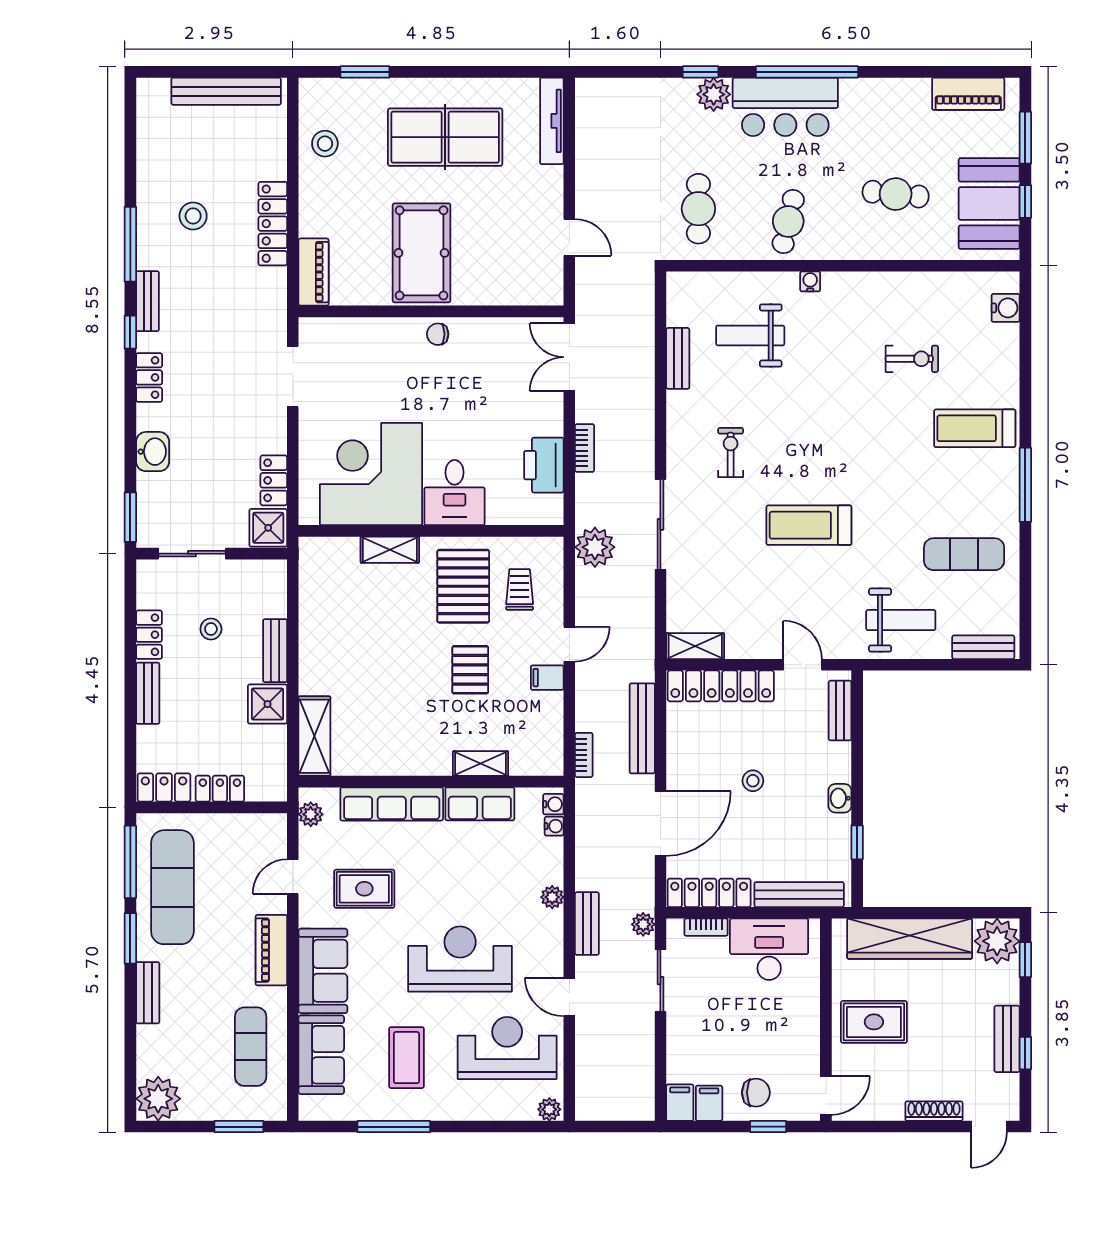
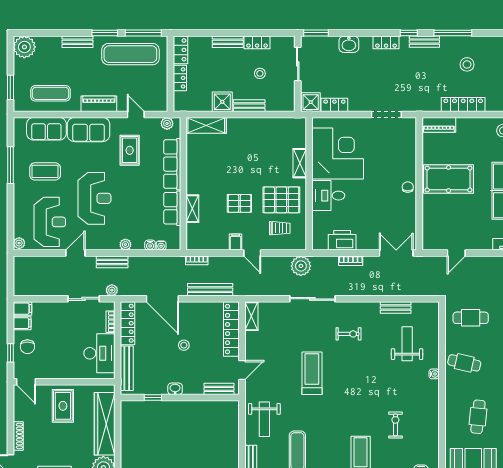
exercise bike: (912, 359) -> (395, 425), turned 180
water cooler: (553, 804) -> (150, 245), moved

